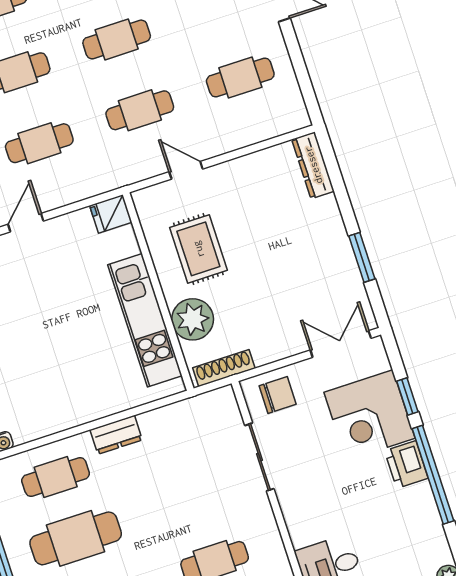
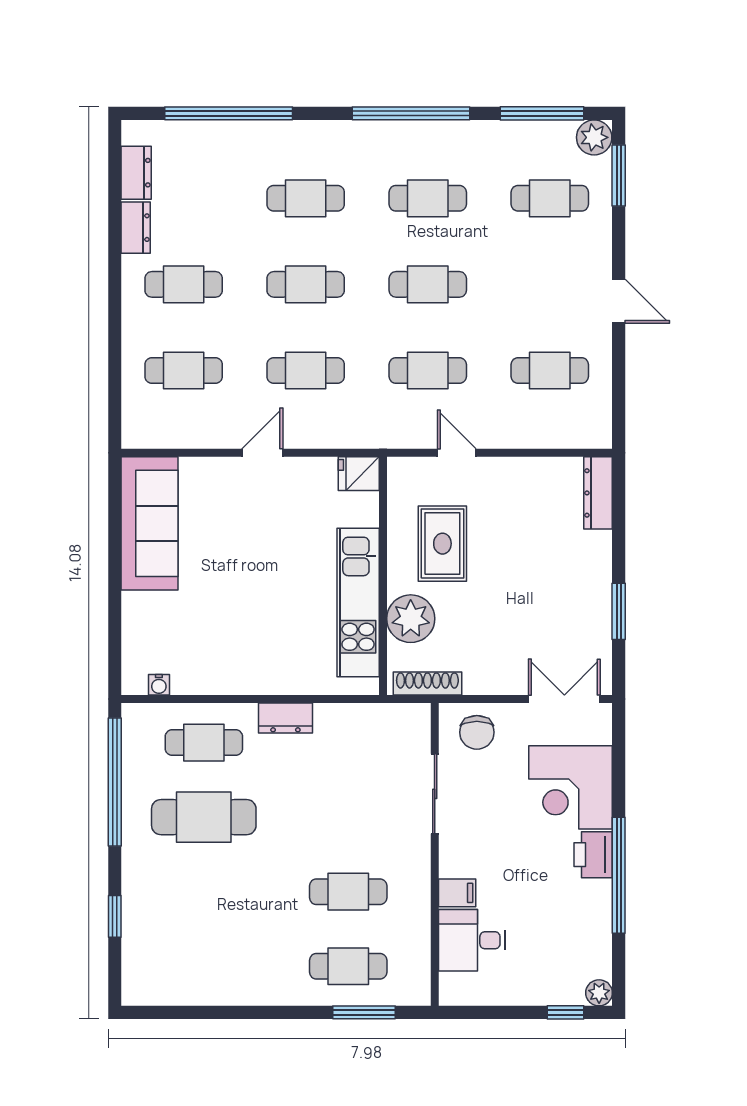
chair: (278, 395) -> (477, 732), turned 90
window: (407, 397) -> (619, 780), removed
filing cabinet: (305, 533) -> (457, 893), added

